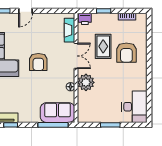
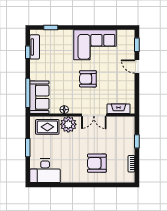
printer: (85, 19) -> (129, 123), removed
rug: (103, 46) -> (47, 127), moved

